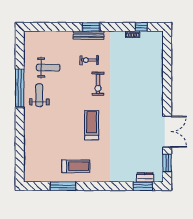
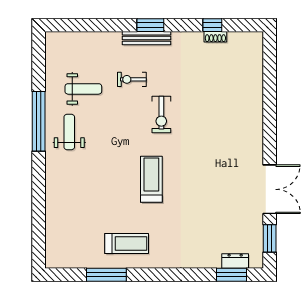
window: (141, 27) -> (212, 25), moved
exercise bike: (89, 60) -> (132, 79), moved

